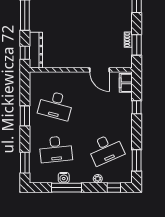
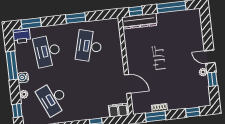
door: (99, 70) -> (128, 84), swing flipped
printer: (37, 174) -> (21, 36), added
water cooler: (64, 178) -> (23, 77), moved

